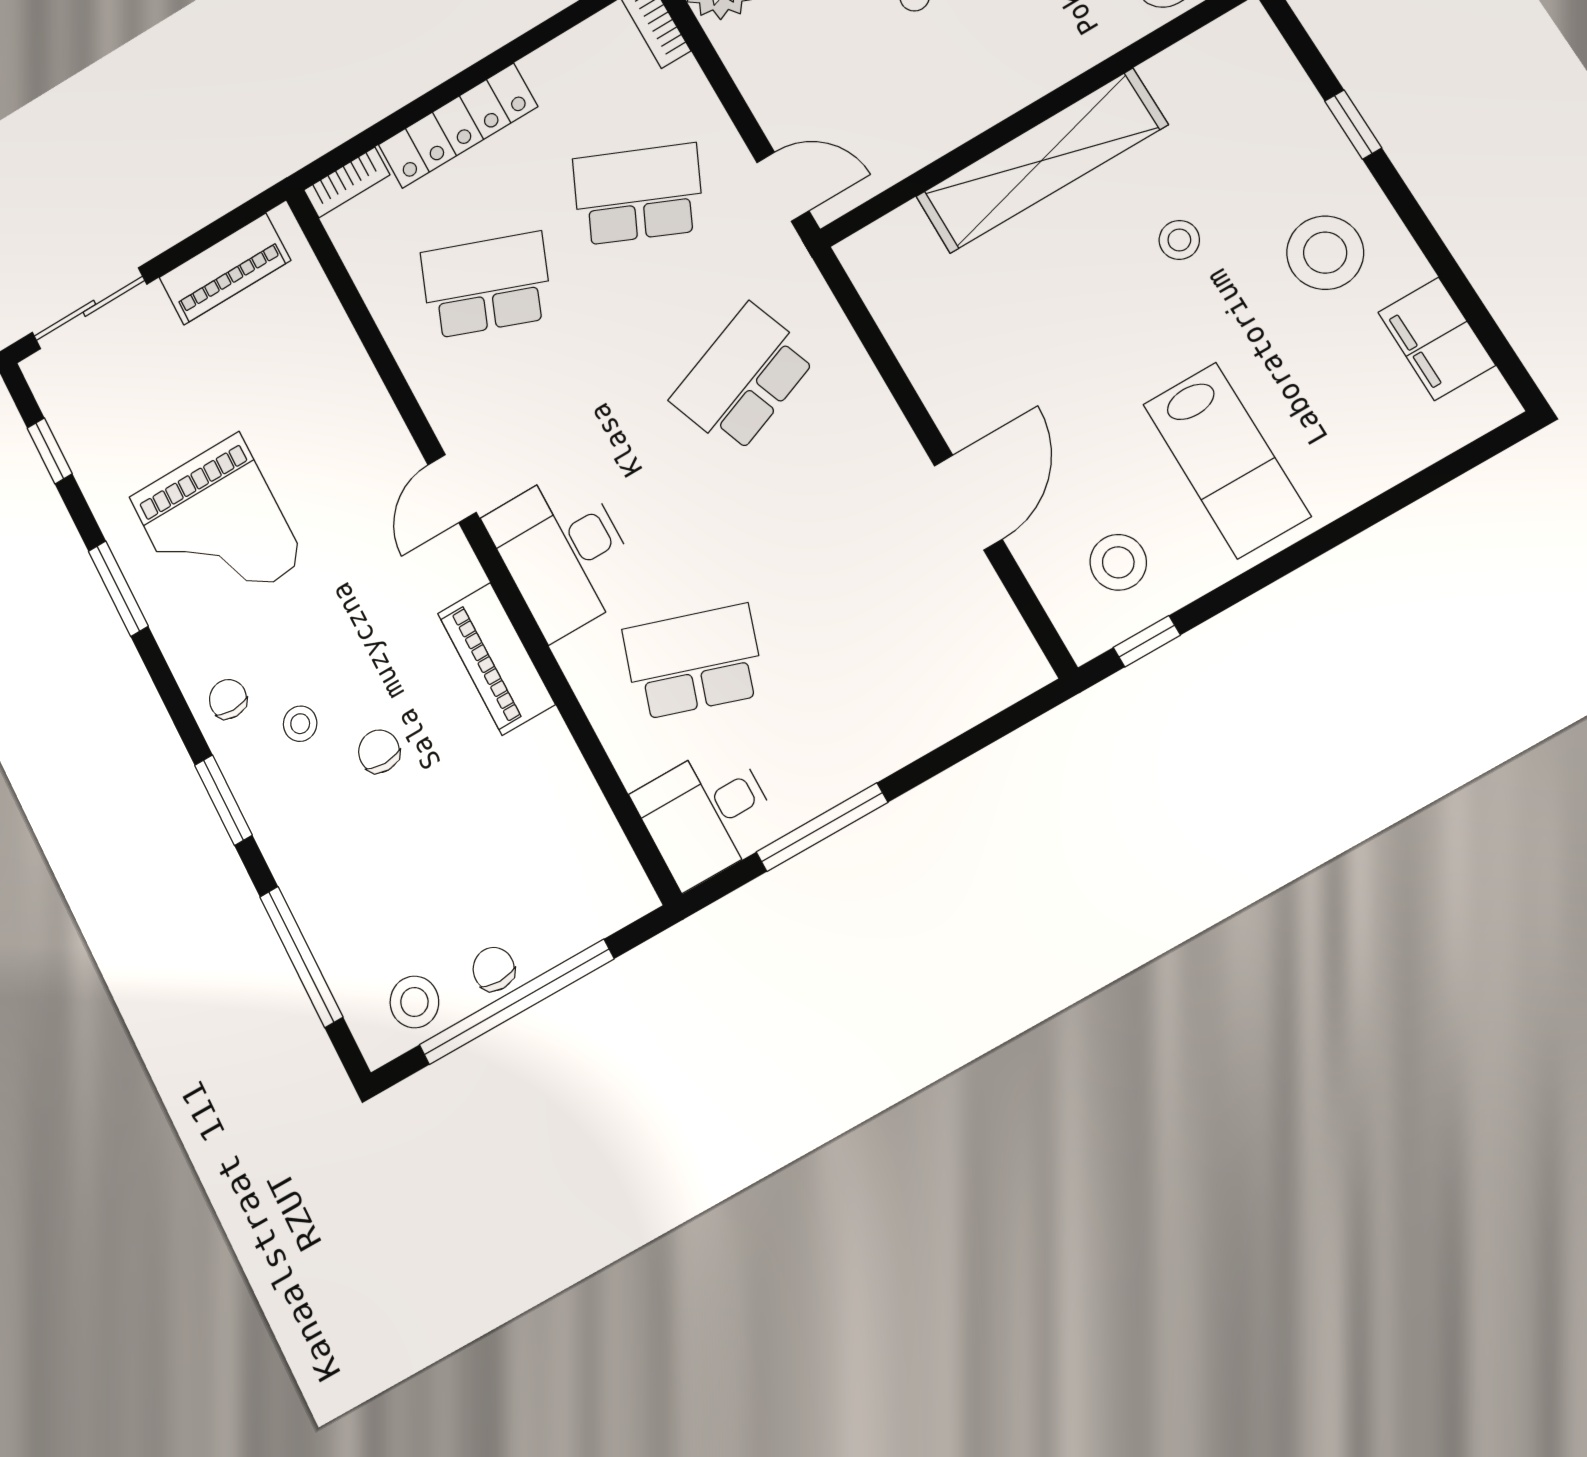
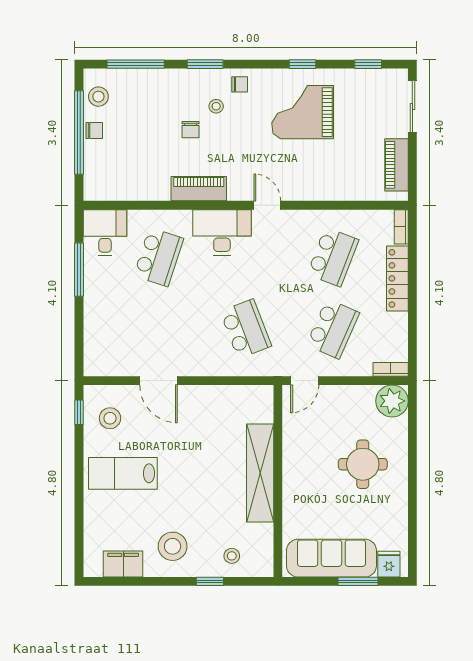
stool: (1179, 240) -> (232, 556), moved
window: (118, 589) -> (302, 64), width x0.67
chair: (379, 751) -> (190, 130), turned 90

